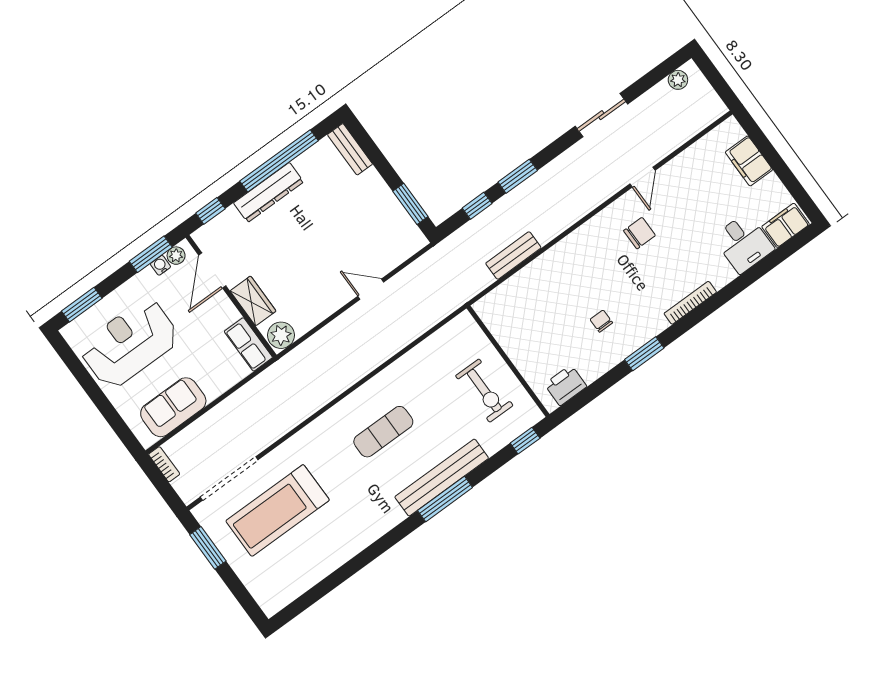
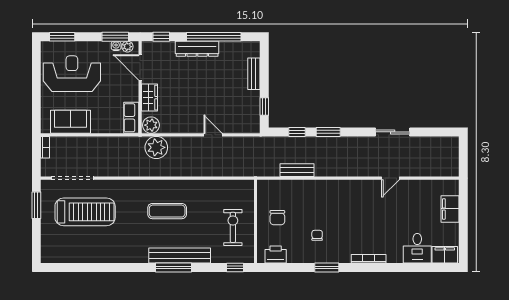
plant: (678, 80) -> (156, 147), moved, width x1.88, depth x1.88
bench: (350, 149) -> (254, 74), moved
window: (410, 204) -> (264, 106), width x0.67
chair: (640, 233) -> (277, 218), moved, turned 90
door: (212, 270) -> (140, 67), hinge flipped
exercise bike: (484, 391) -> (233, 227), turned 180
treadmill: (278, 510) -> (85, 212), turned 180

